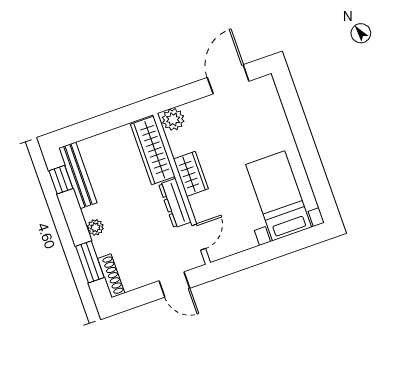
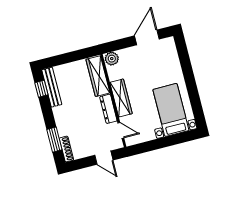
wardrobe: (191, 174) -> (121, 98), width x1.50
plant: (95, 227) -> (59, 119), removed
door: (199, 237) -> (121, 130), hinge flipped

